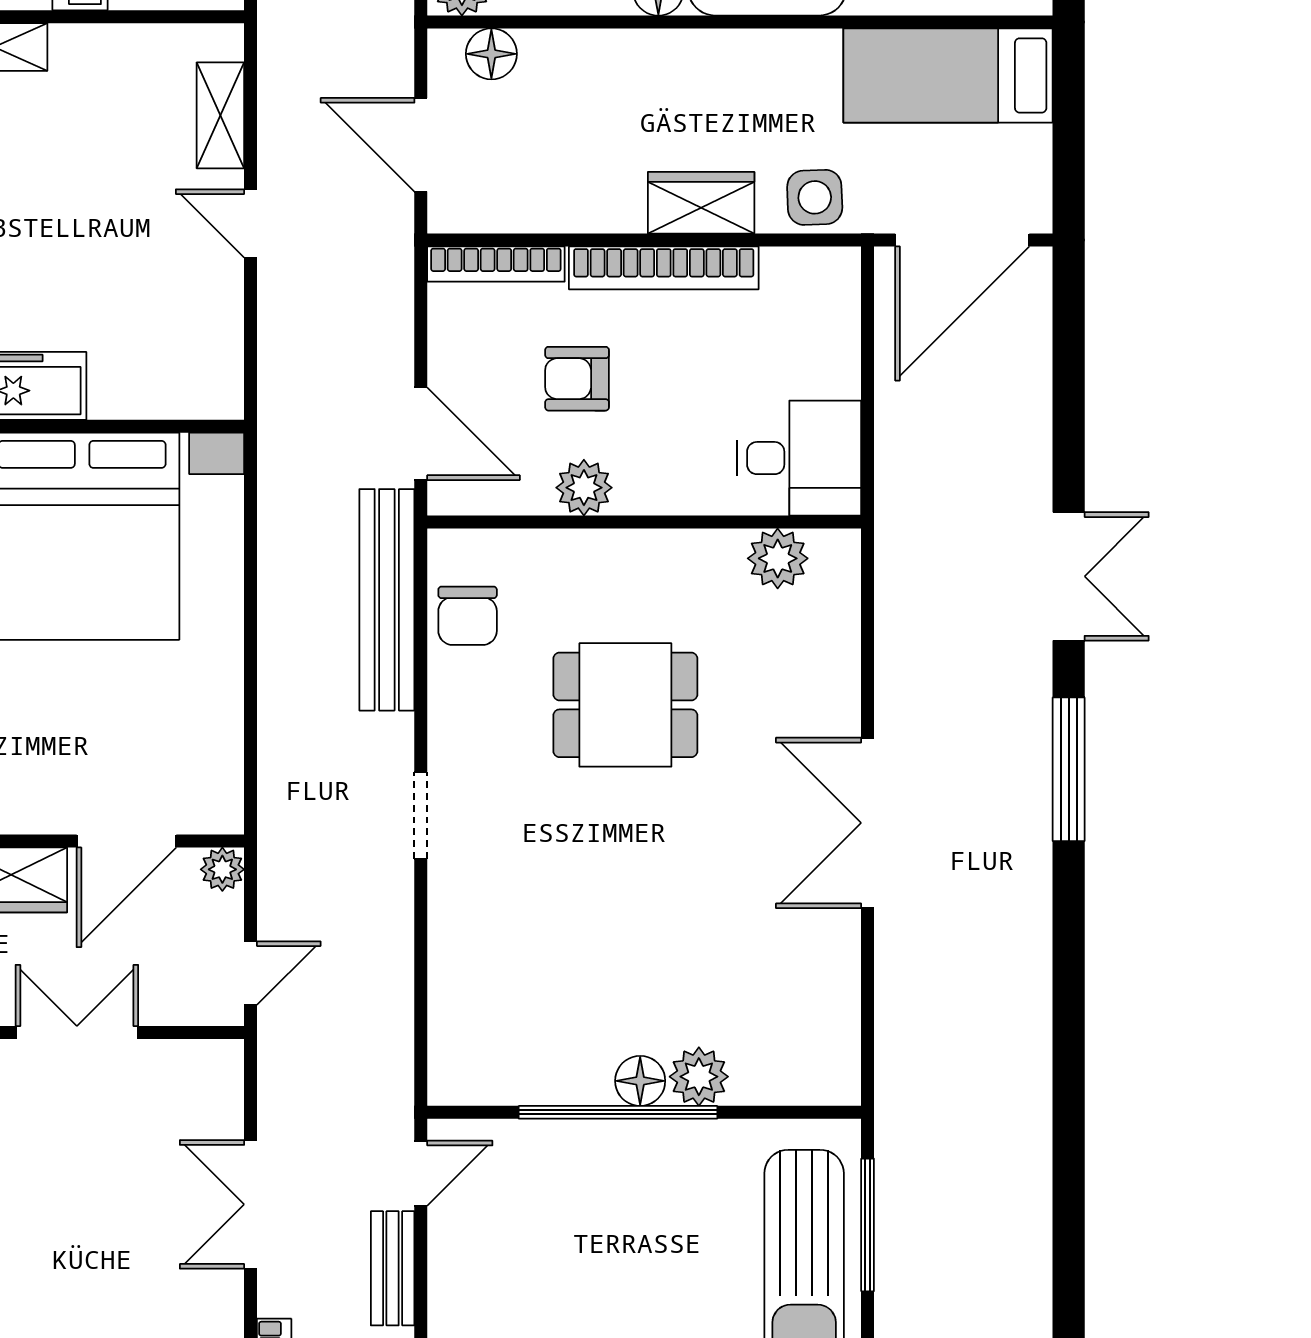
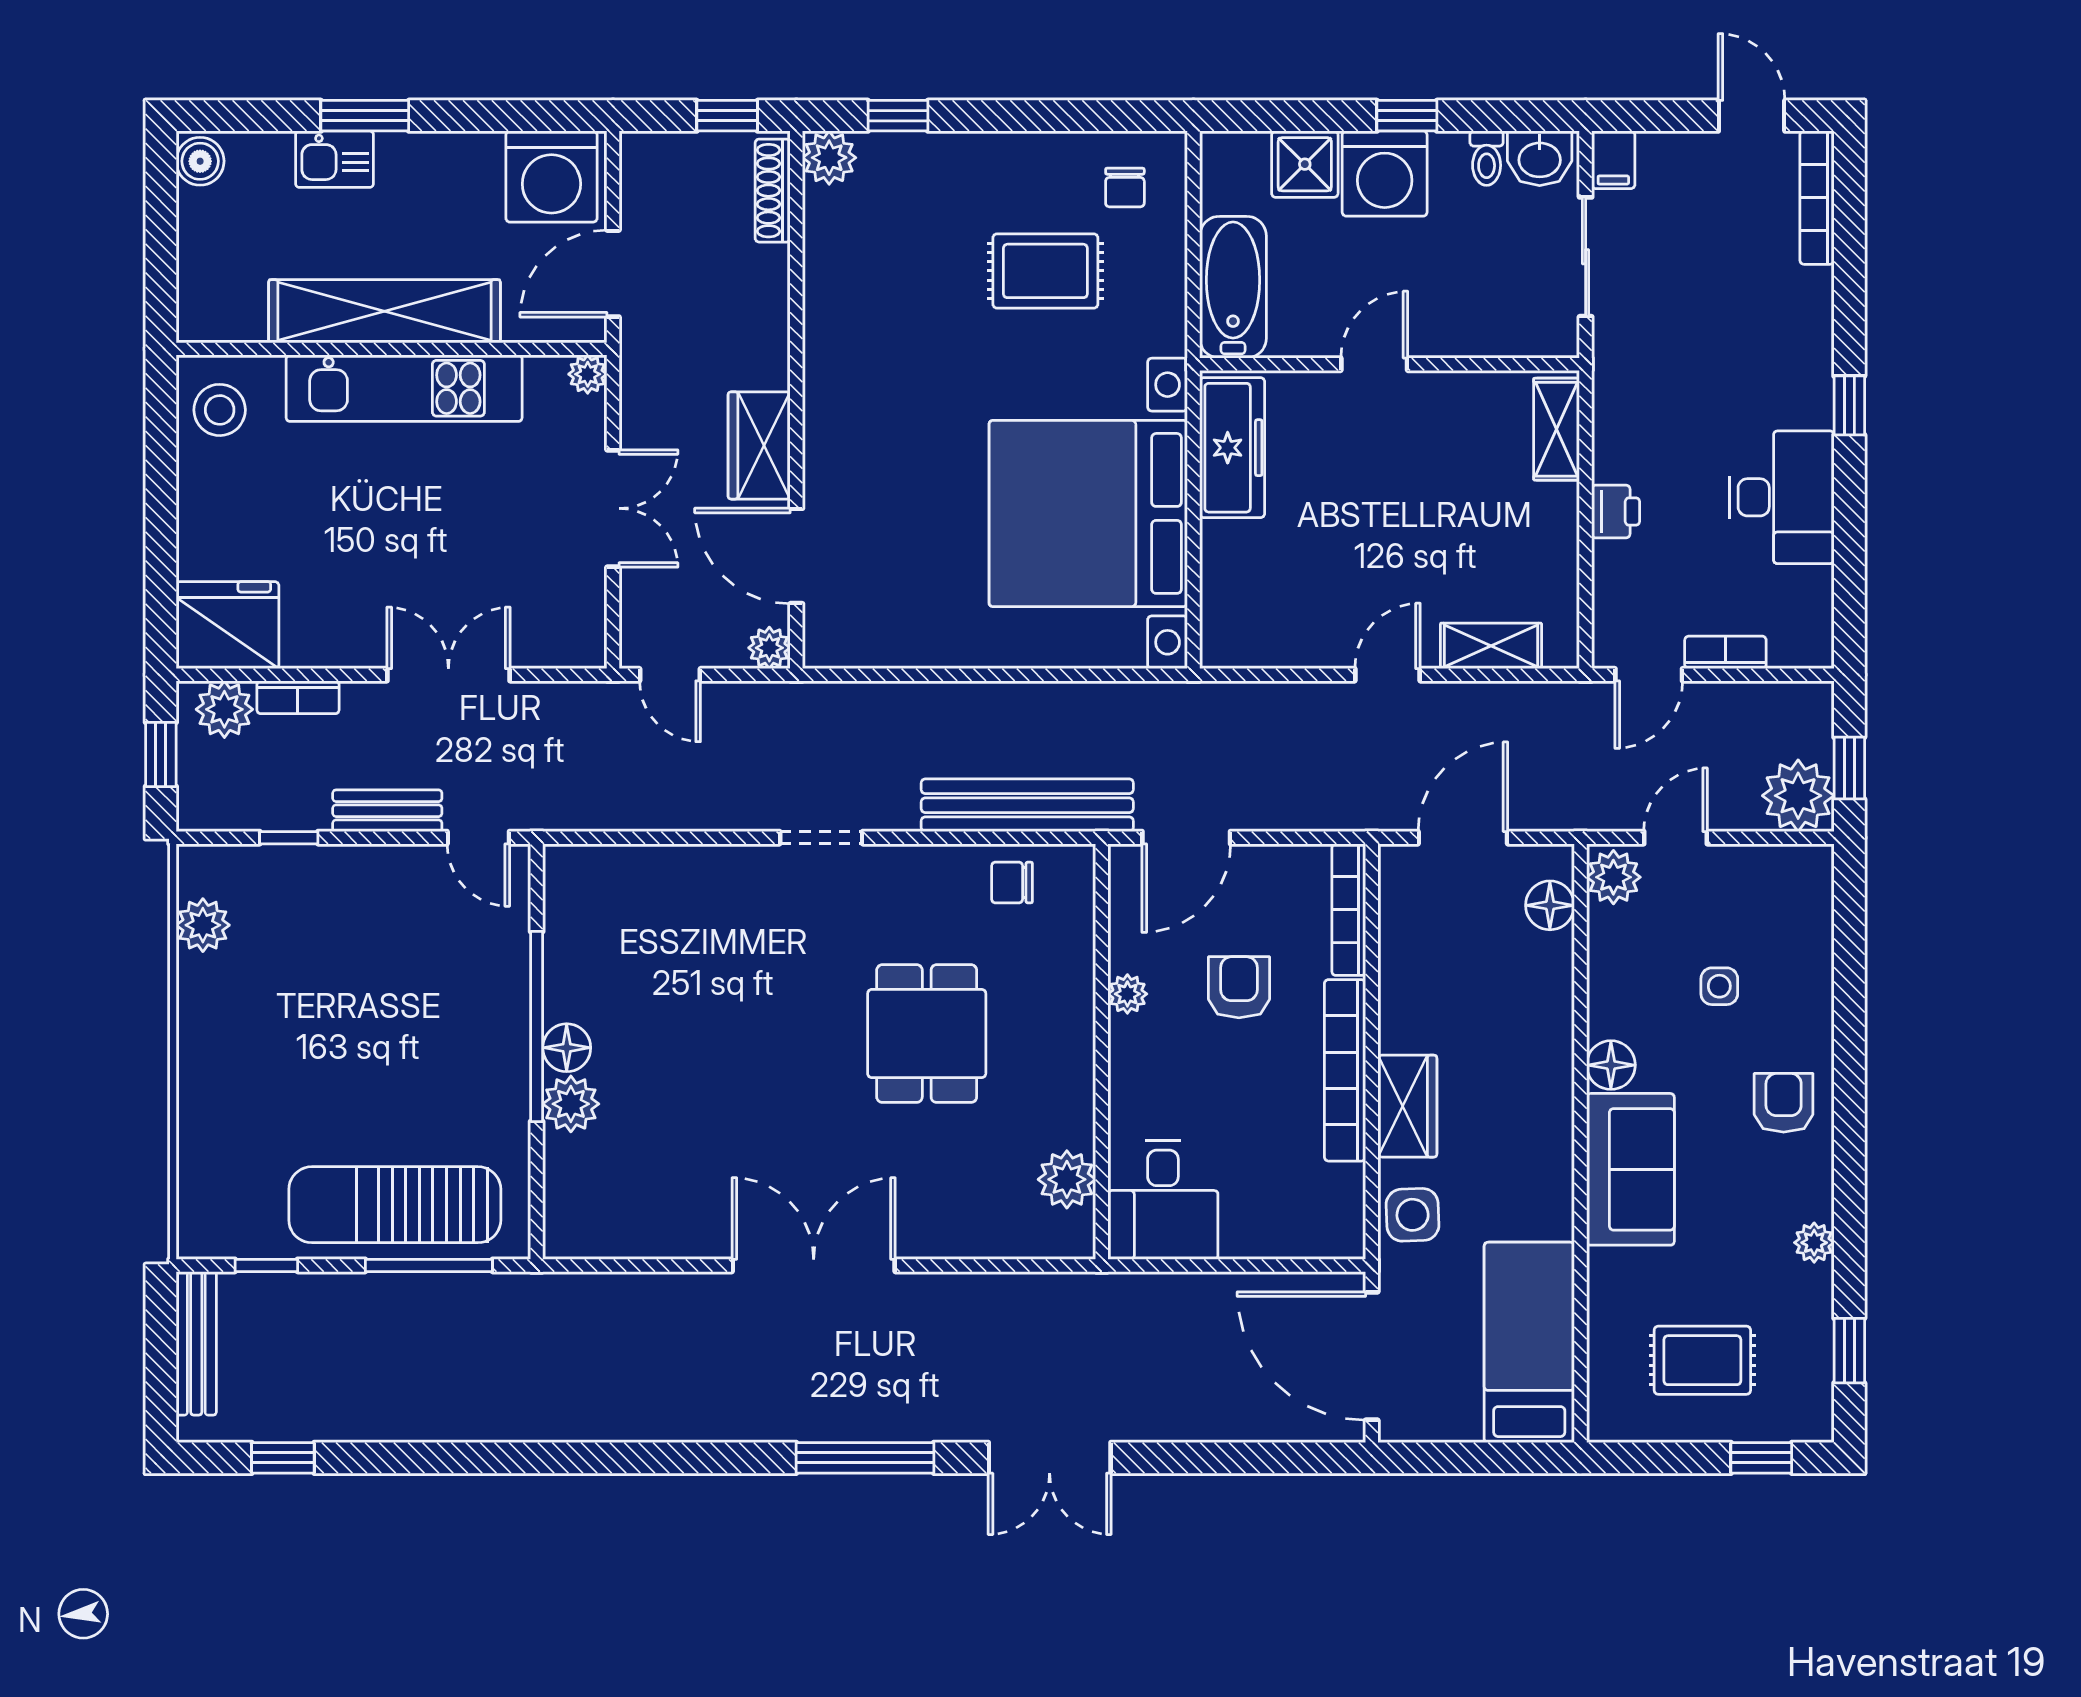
plant: (584, 488) -> (1127, 994), width x0.73, depth x0.73
chair: (468, 616) -> (1012, 882), width x0.73, depth x0.73

